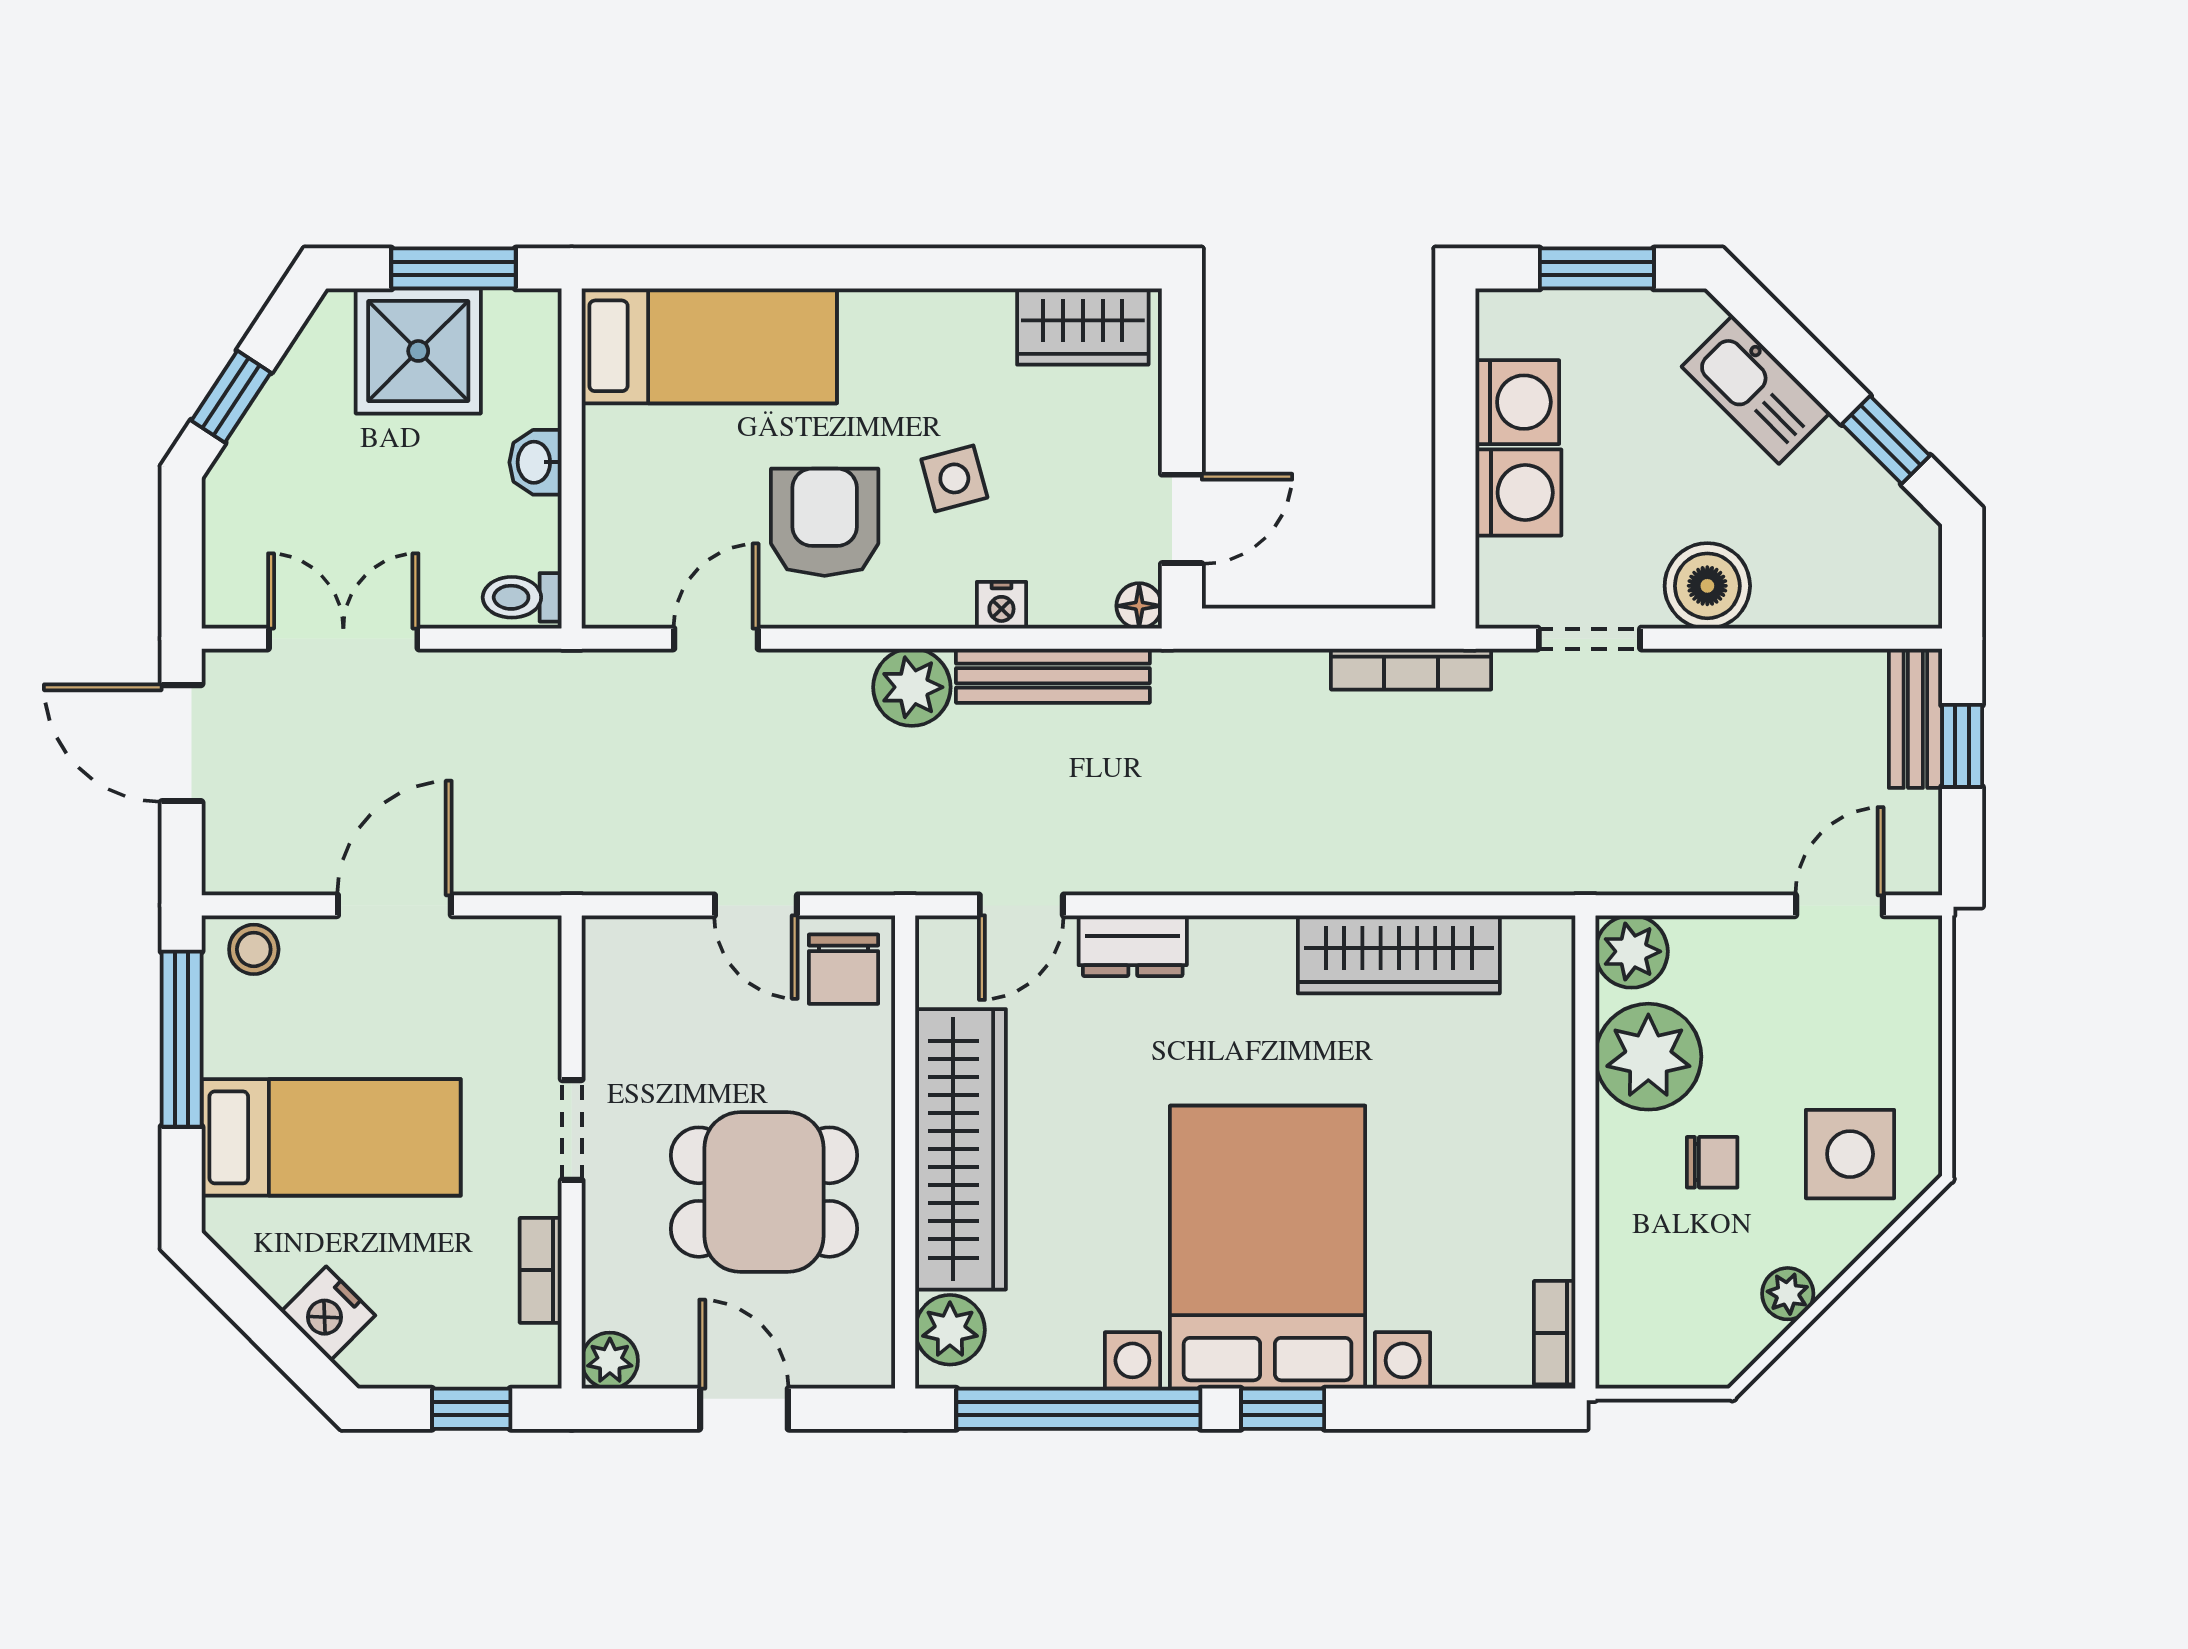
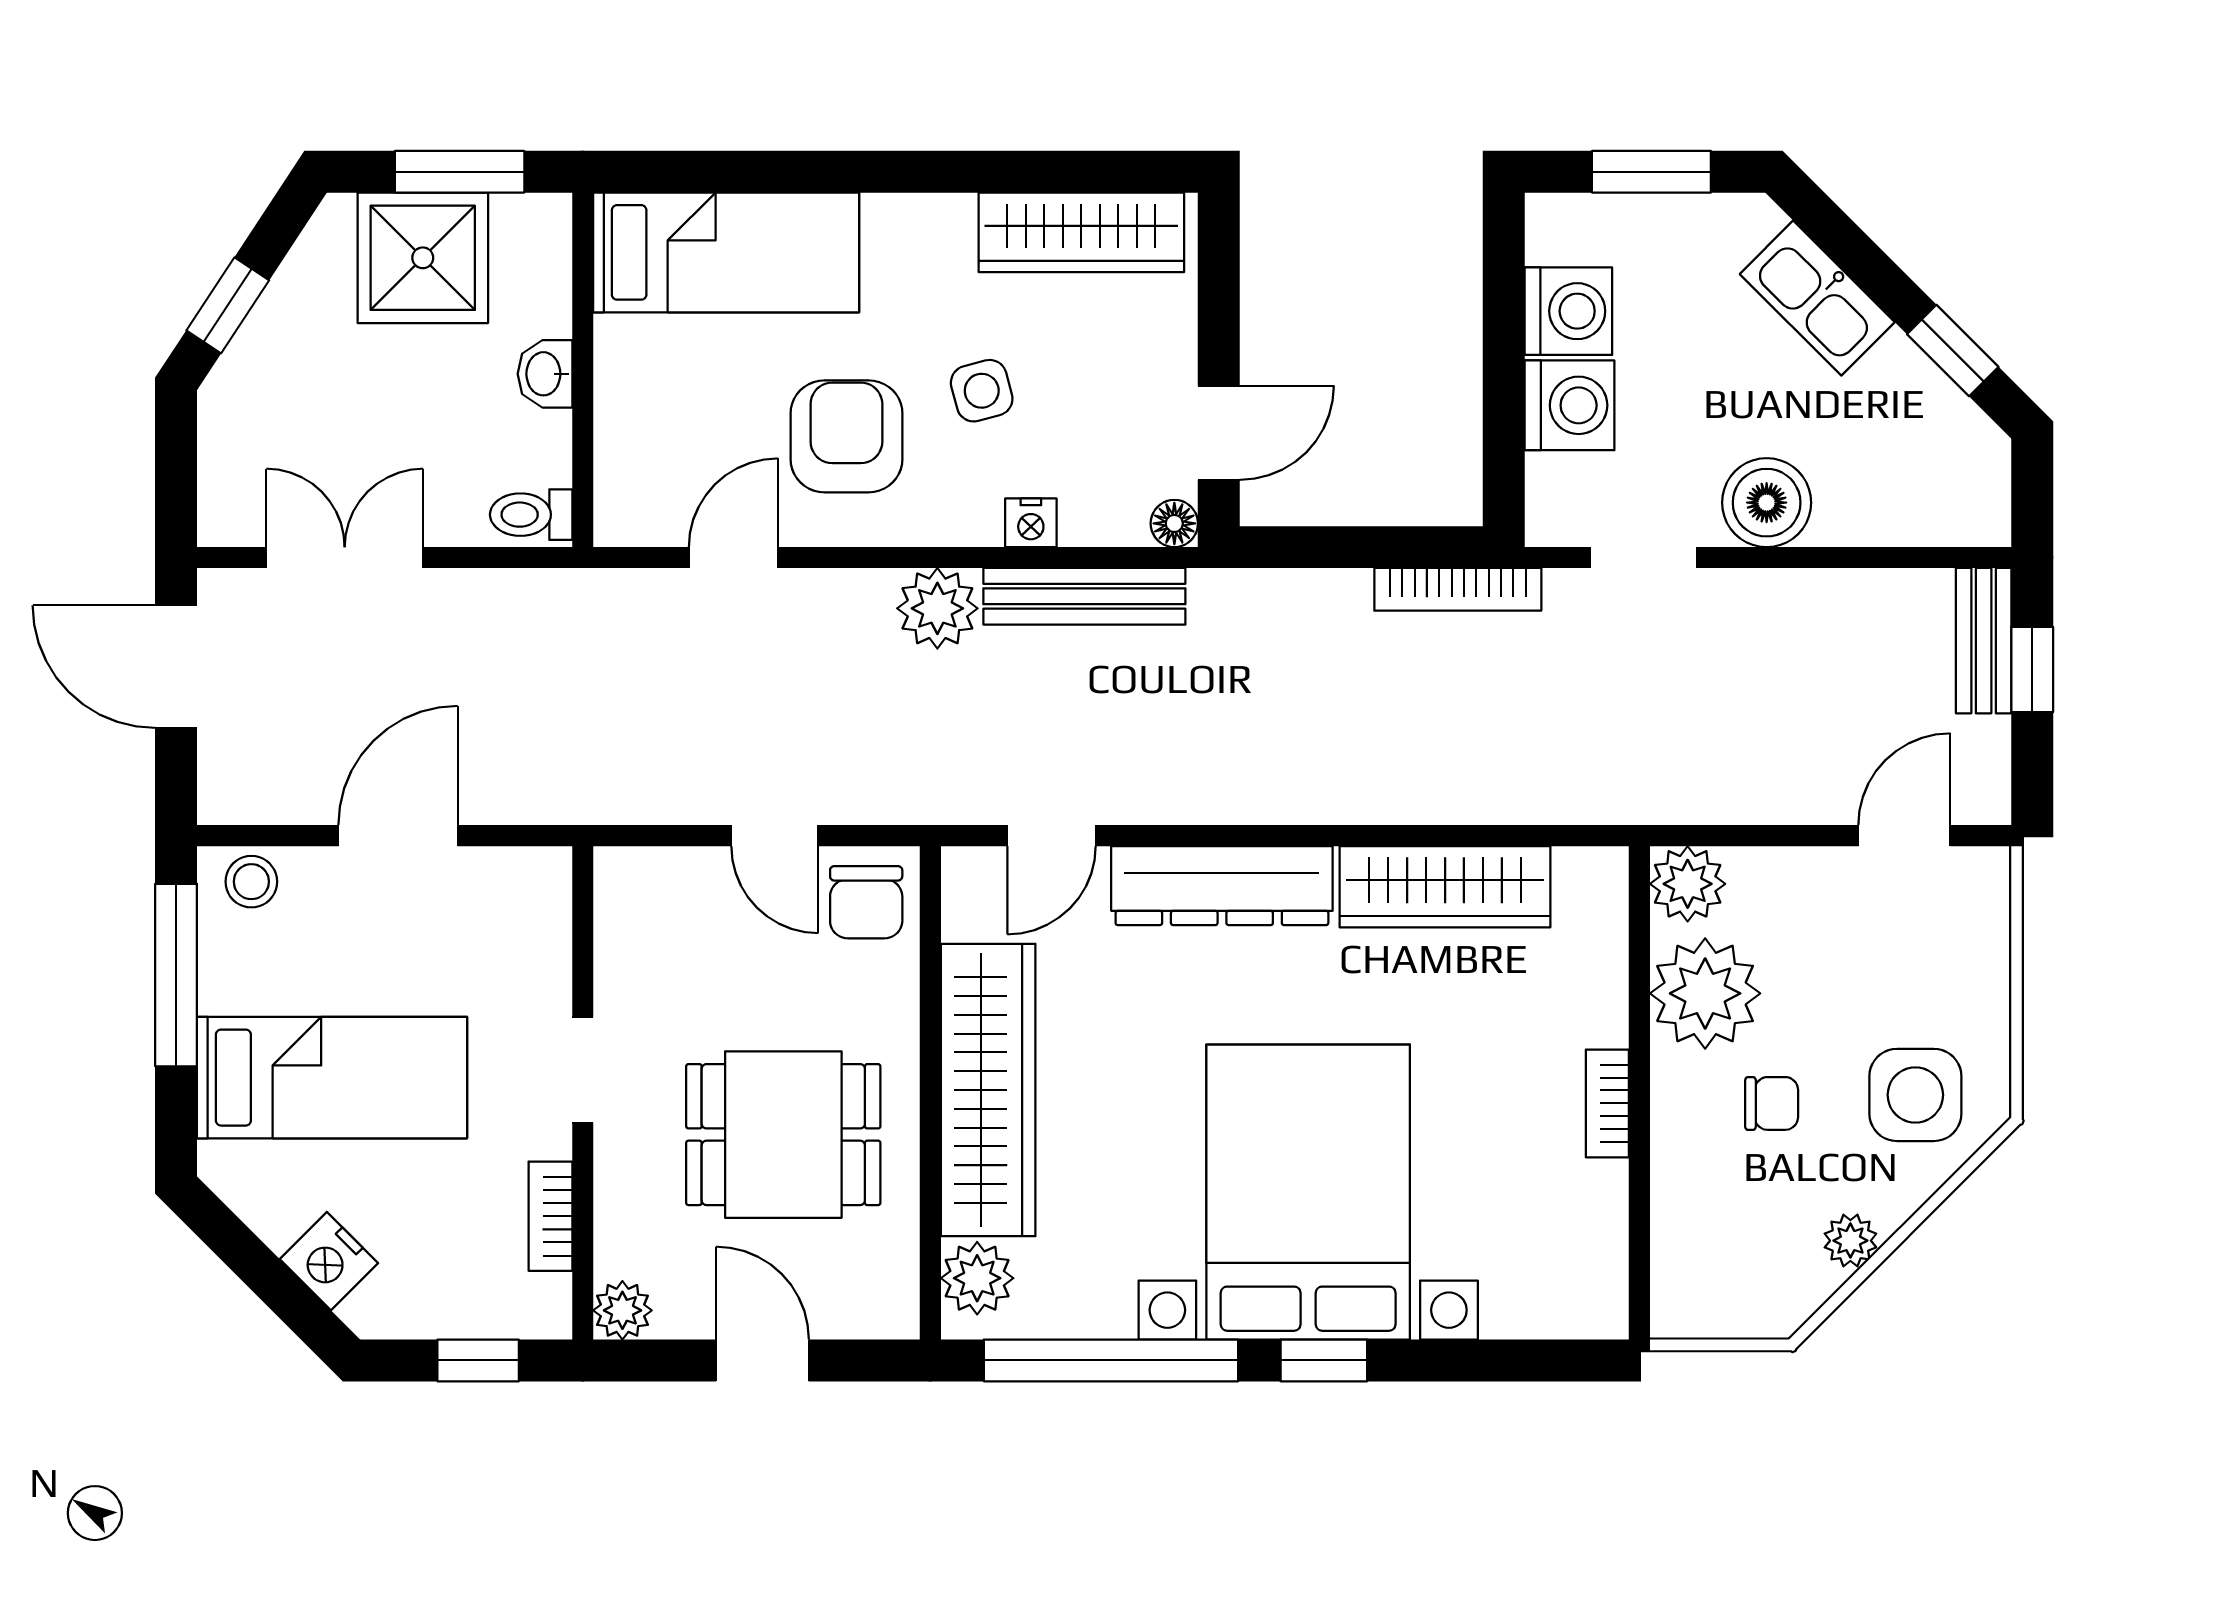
wardrobe: (1083, 327) -> (1081, 232), width x1.50
dresser: (1133, 946) -> (1222, 886), width x1.96, depth x1.24
bookcase: (1555, 1333) -> (1607, 1103), moved

